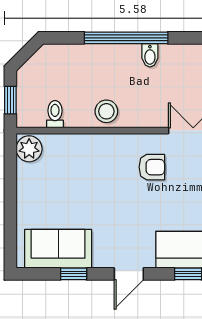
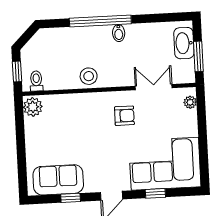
toilet: (55, 114) -> (36, 81), moved

